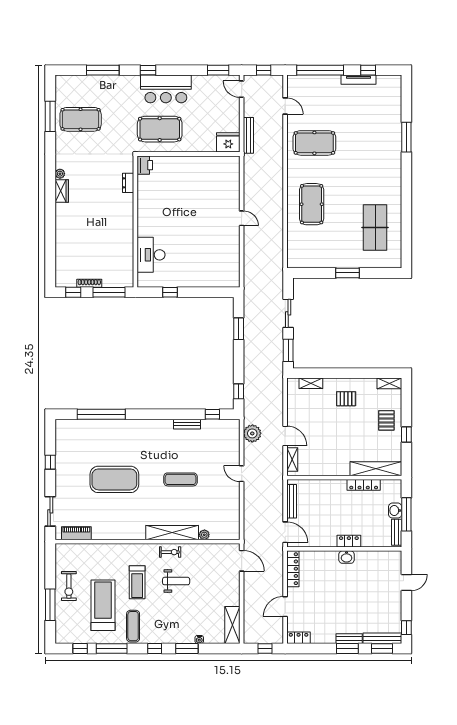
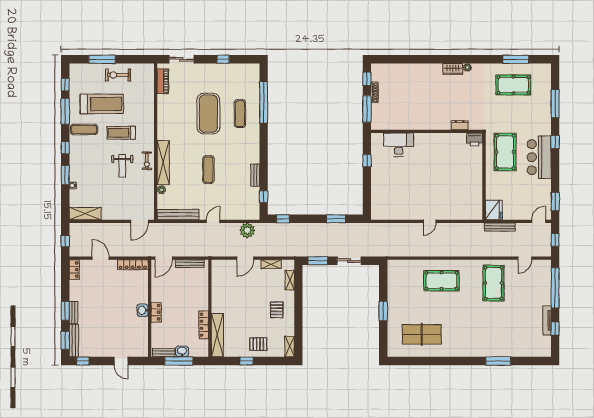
pool table: (81, 119) -> (513, 85), turned 90
exercise mat: (114, 442) -> (240, 114), added
shelving: (292, 460) -> (271, 264), moved
bench: (234, 515) -> (178, 215), added

